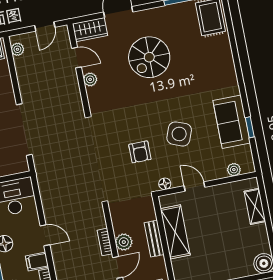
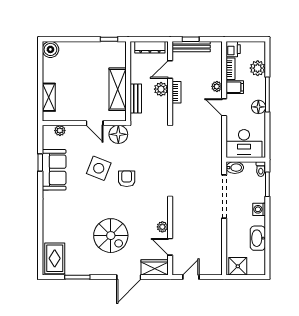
plant: (17, 49) -> (217, 86), moved
spiral stairs: (149, 57) -> (111, 236), turned 90
armchair: (140, 152) -> (127, 179), moved
bidet: (18, 166) -> (235, 168), added
floor lamp: (165, 184) -> (118, 134), width x1.89, depth x1.89
bench: (154, 239) -> (136, 98), moved

